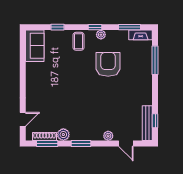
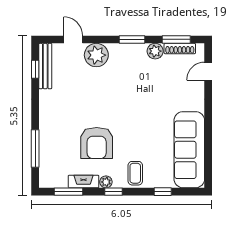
fireplace: (141, 35) -> (84, 182), moved
sofa: (35, 46) -> (189, 150), width x1.85, depth x1.27
plant: (108, 136) -> (96, 55), width x1.87, depth x1.87

